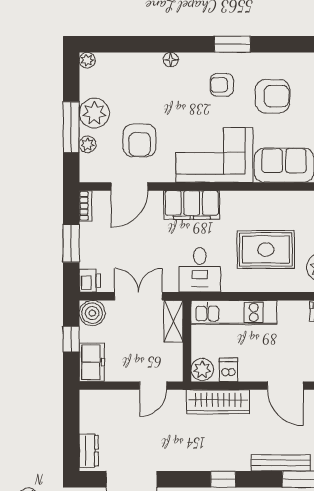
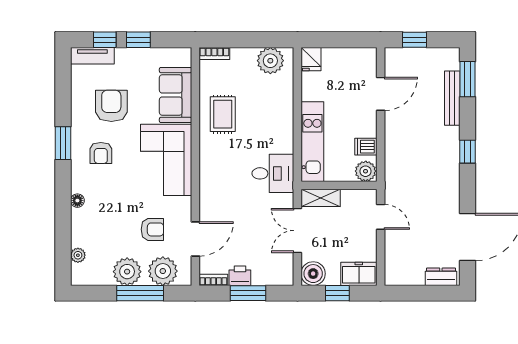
plant: (87, 60) -> (78, 255), moved
armchair: (140, 140) -> (152, 229), width x0.72, depth x0.72
plant: (88, 144) -> (163, 271), width x1.87, depth x1.87
door: (129, 186) -> (195, 239), hinge flipped
filing cabinet: (192, 205) -> (213, 181), removed
rug: (266, 249) -> (223, 114), moved, width x0.73, depth x0.70
printer: (90, 281) -> (240, 276), moved
wardrobe: (218, 402) -> (396, 157), removed

